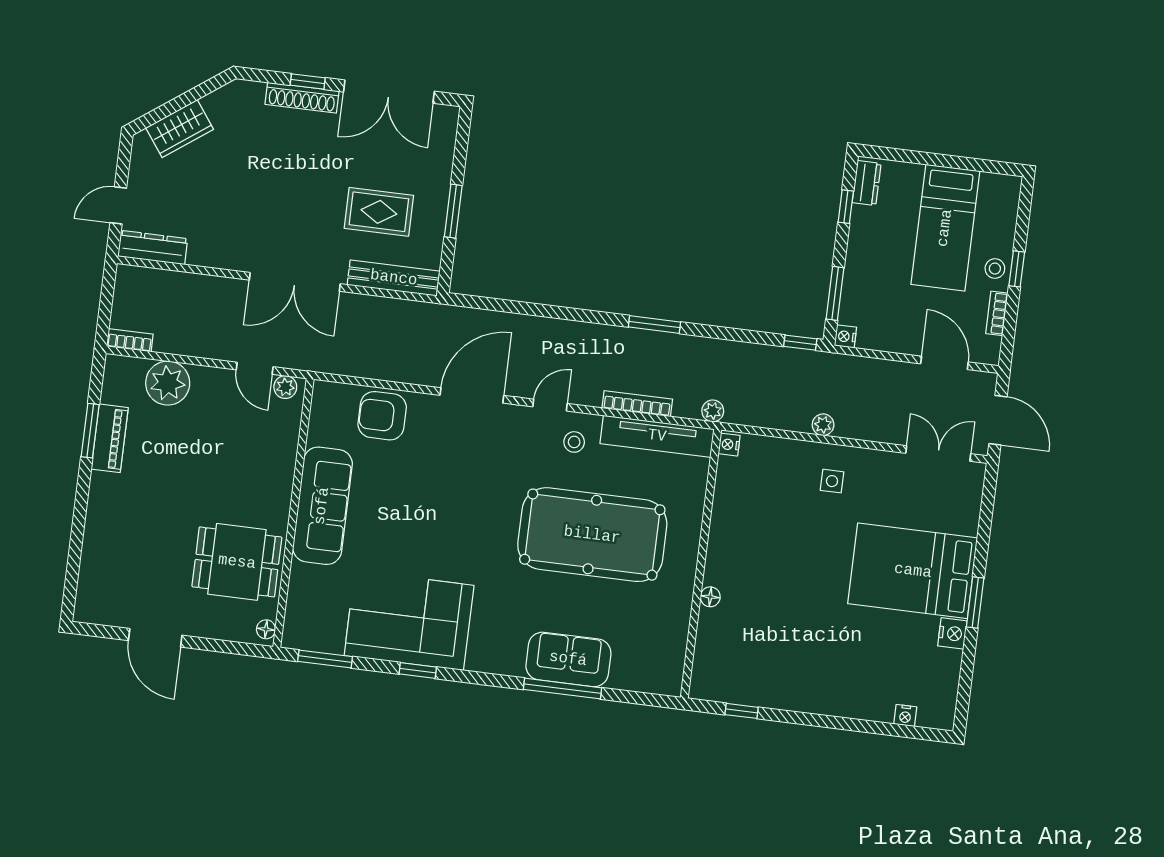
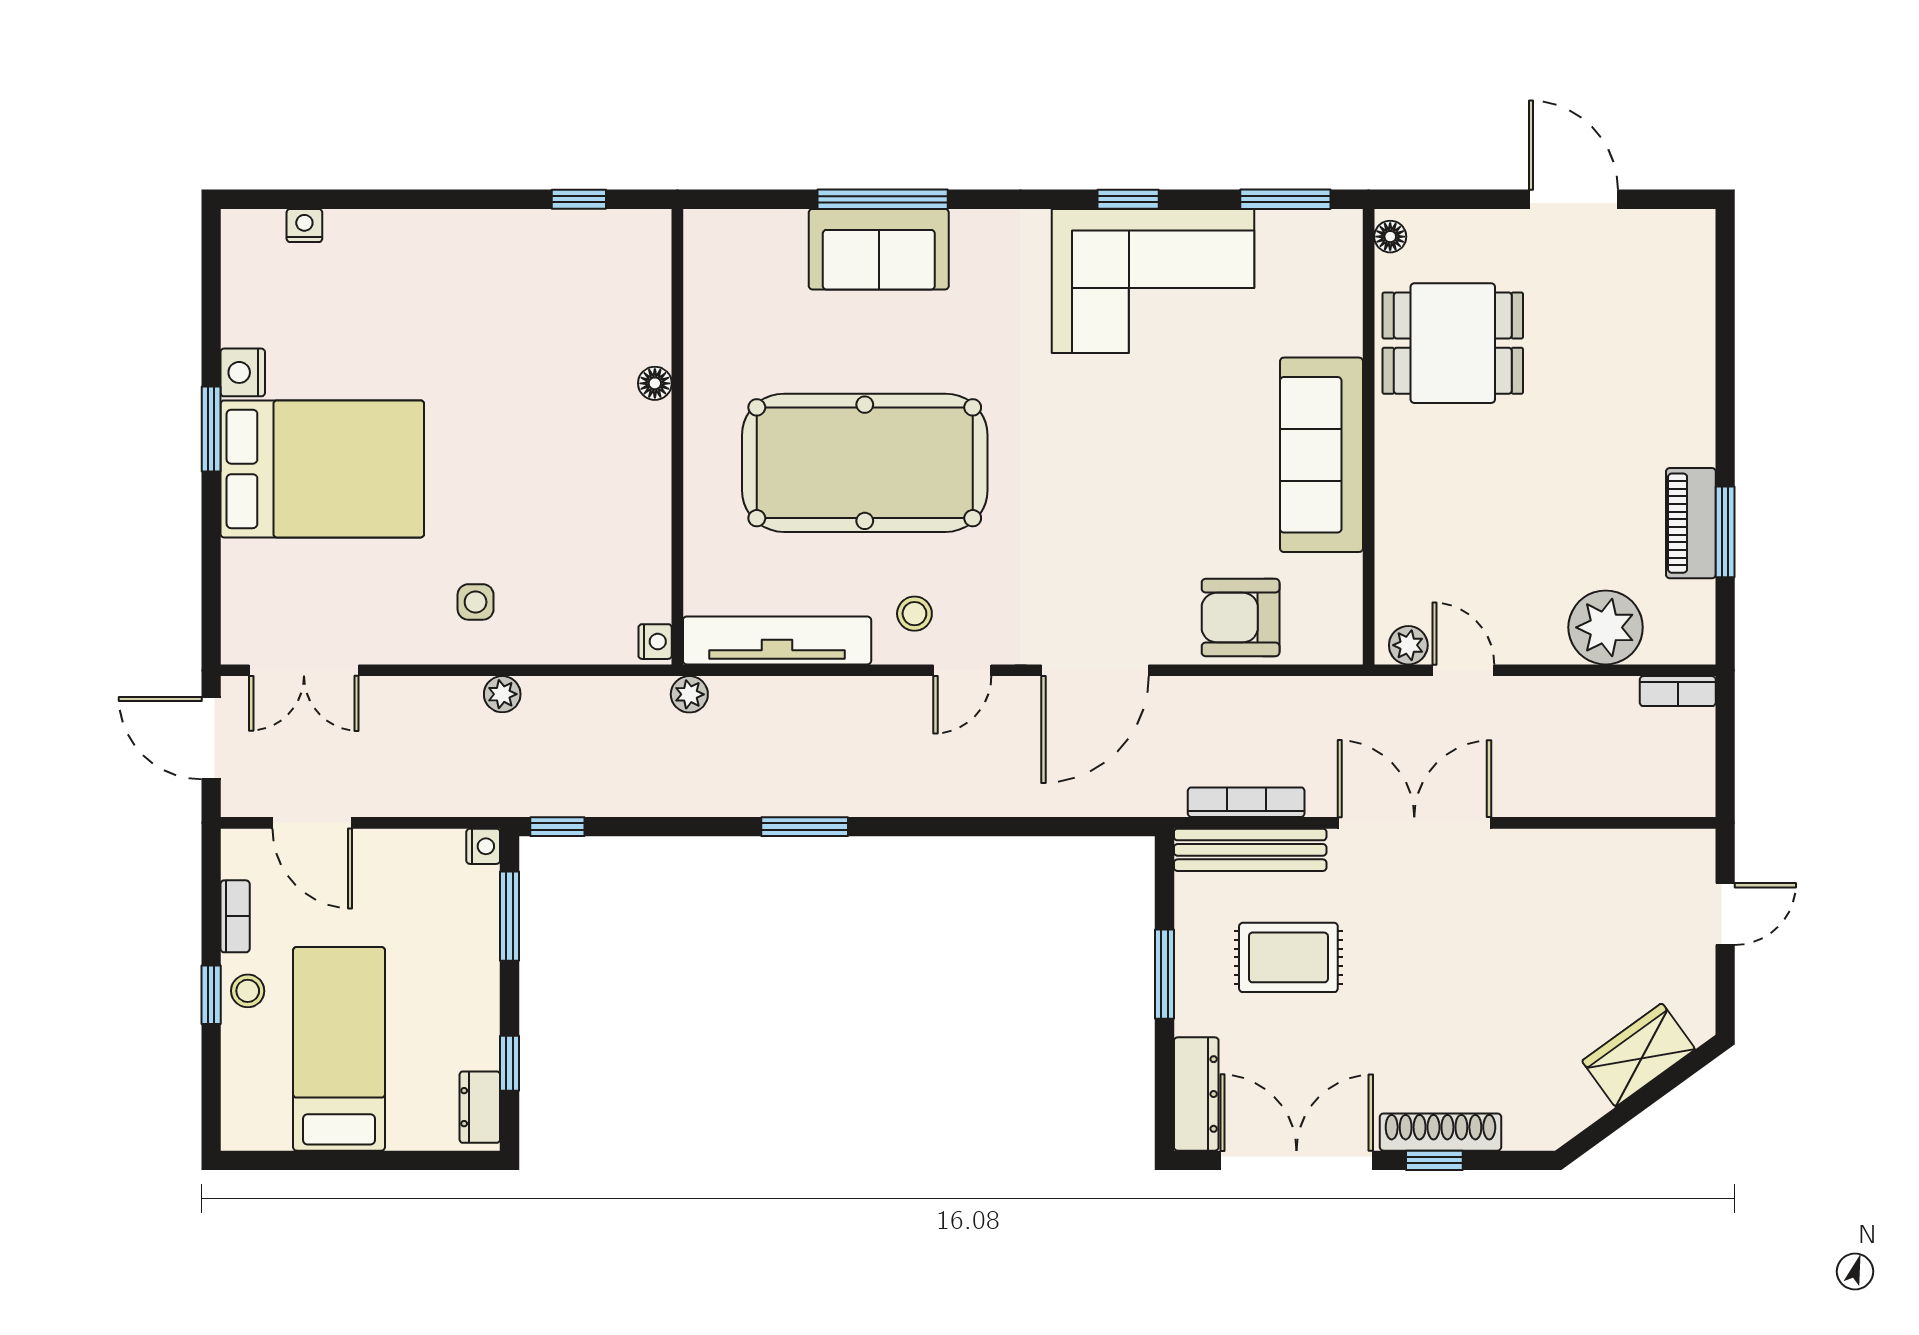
dresser: (153, 248) -> (1196, 1094), moved, turned -90
bookcase: (637, 404) -> (1246, 802), moved, turned 180
armchair: (382, 416) -> (1241, 618), turned 180

